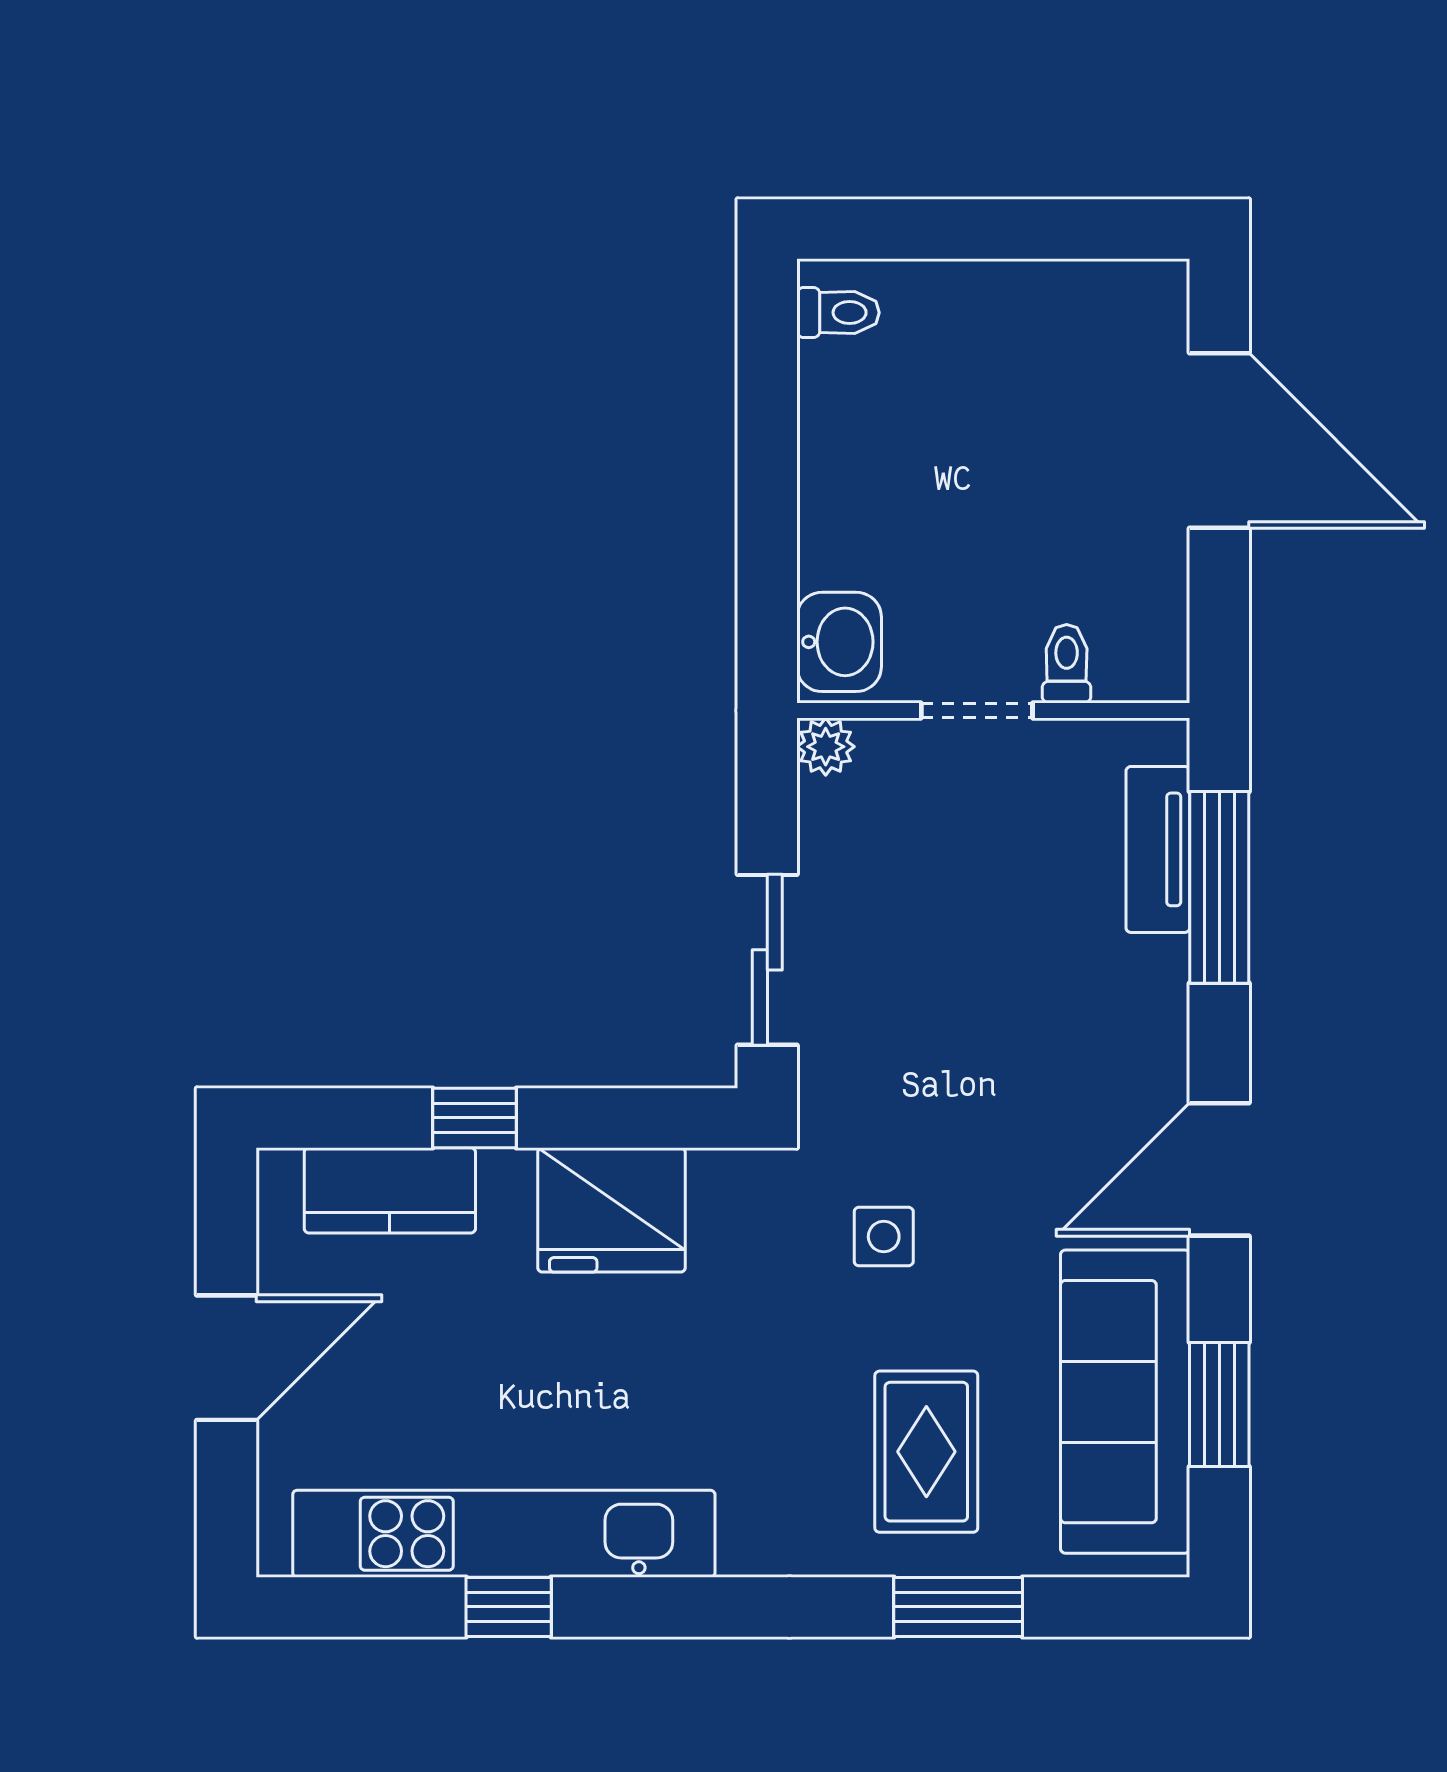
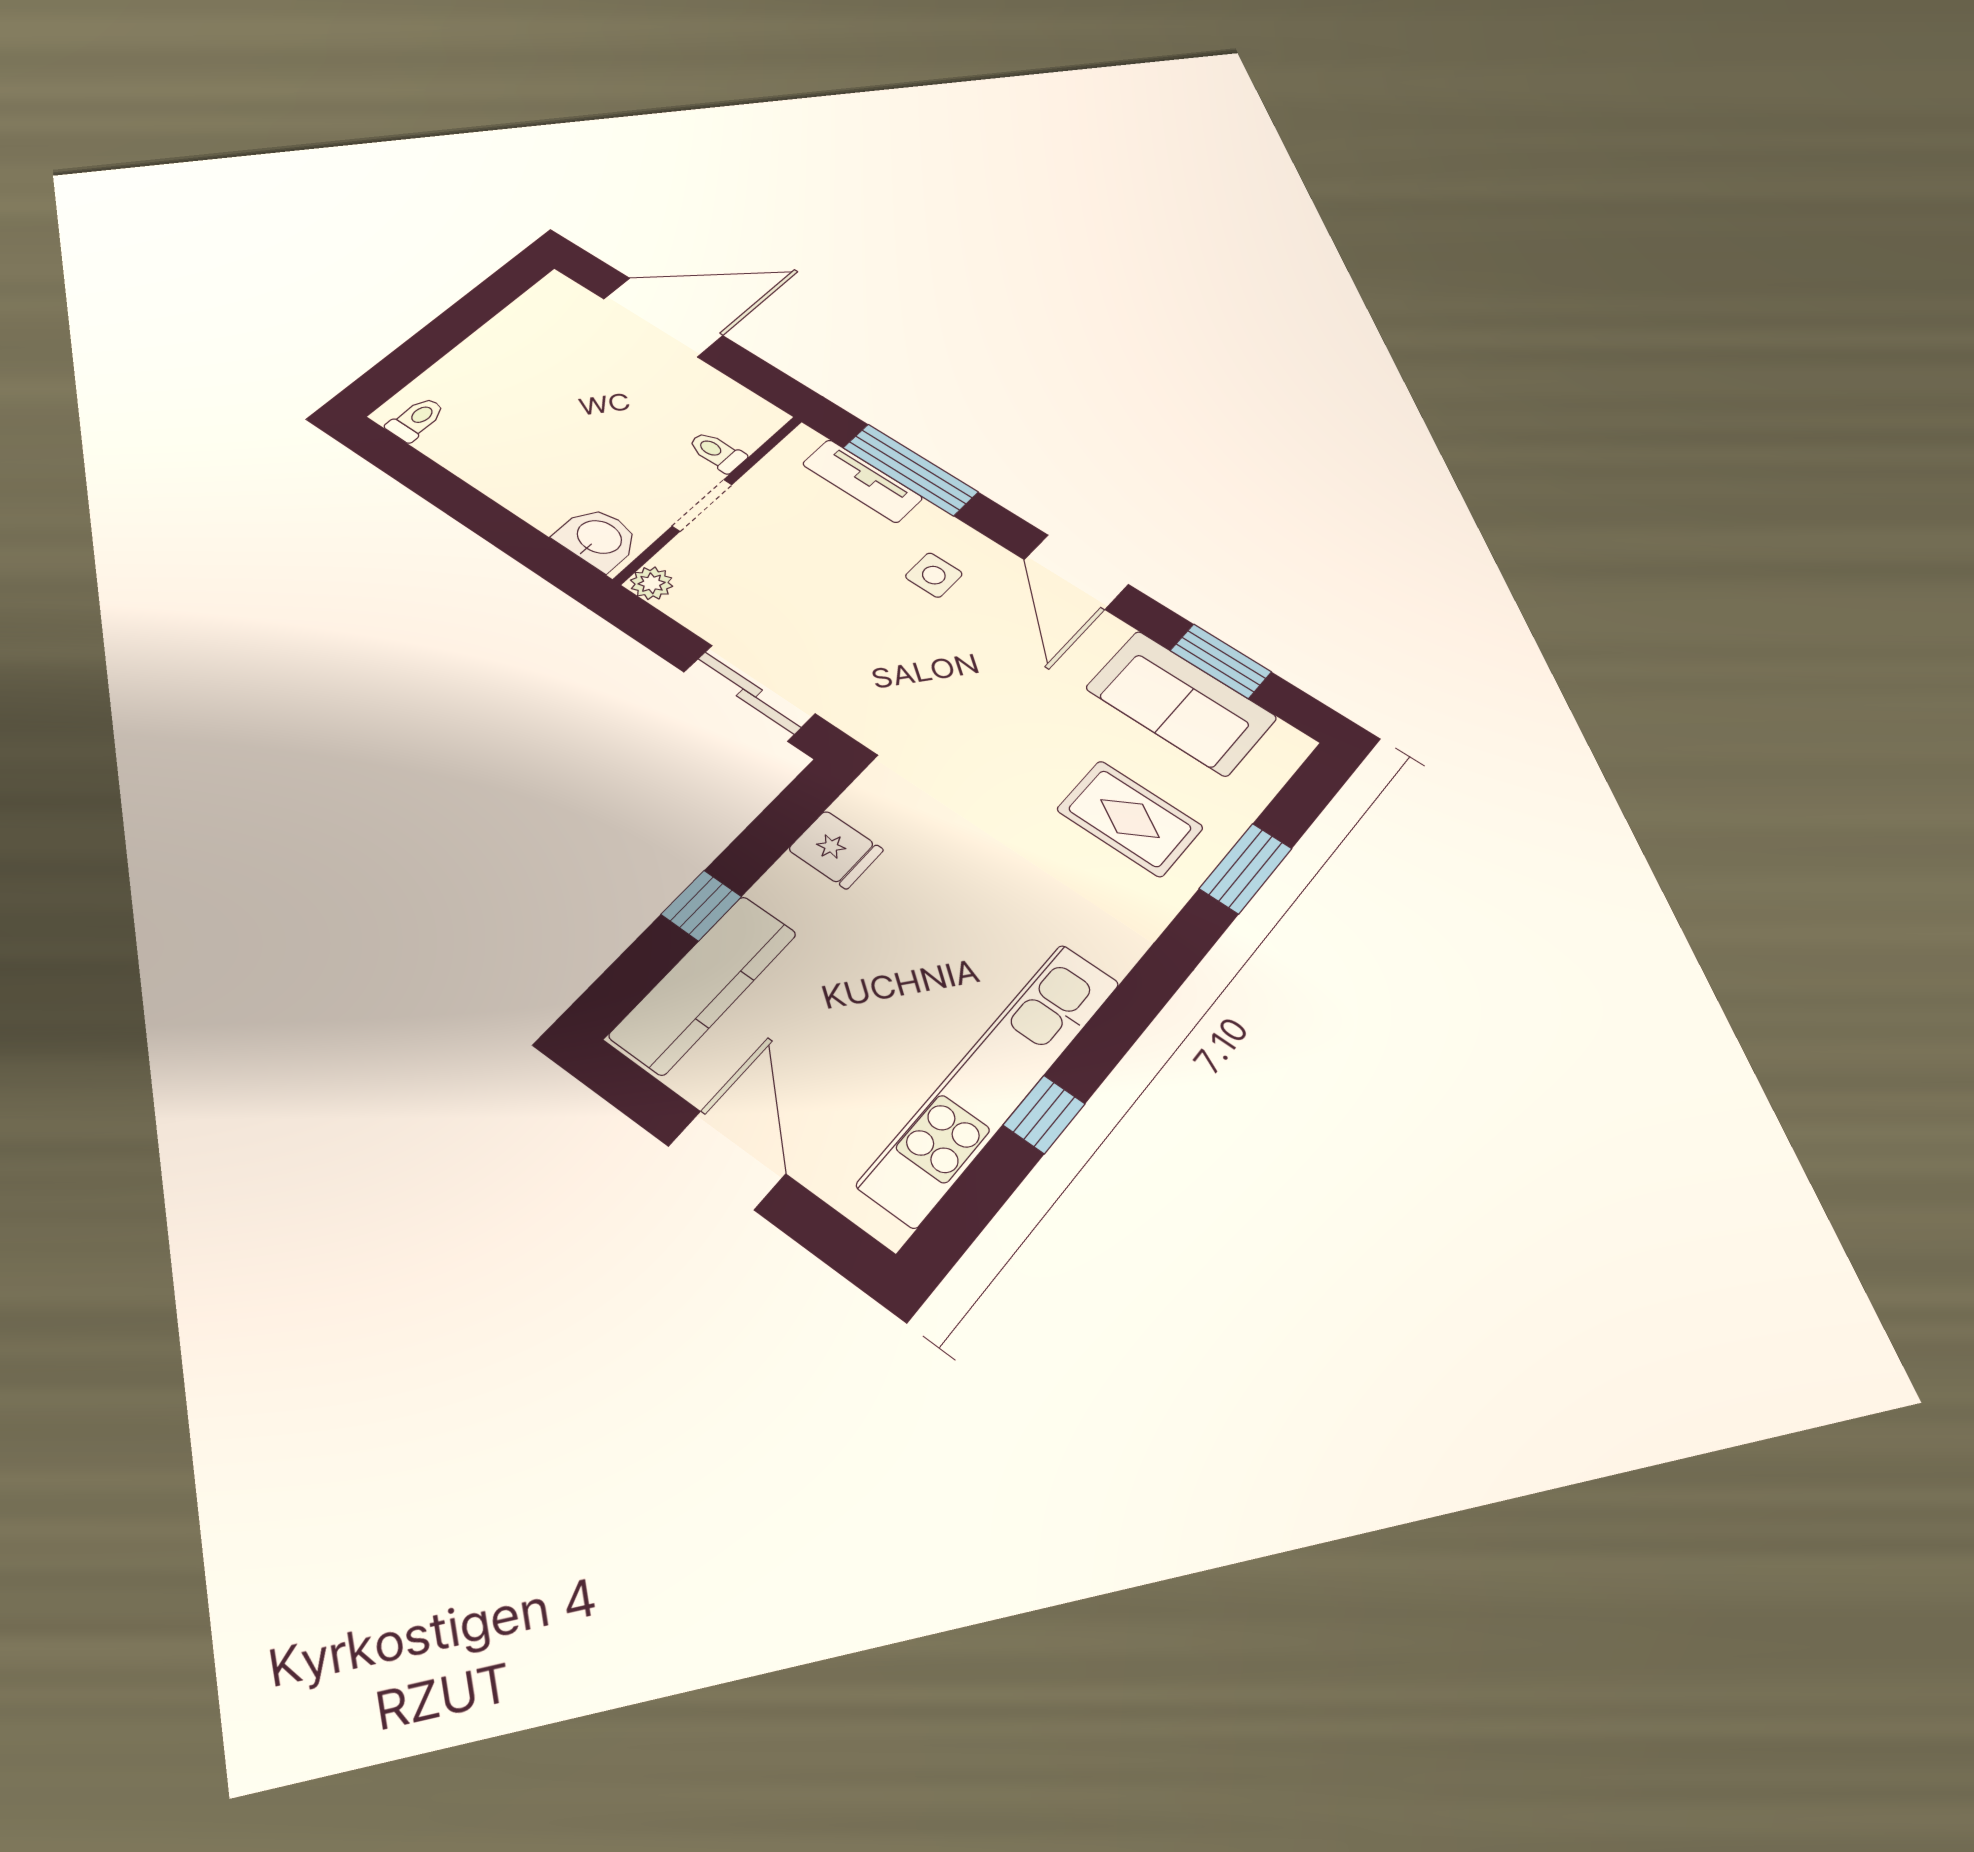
kitchen counter: (390, 1190) -> (704, 984), width x1.50
fridge: (612, 1210) -> (836, 850), width x0.53, depth x0.75
side table: (884, 1237) -> (934, 575), moved
sofa: (1125, 1402) -> (1181, 703), width x0.73

